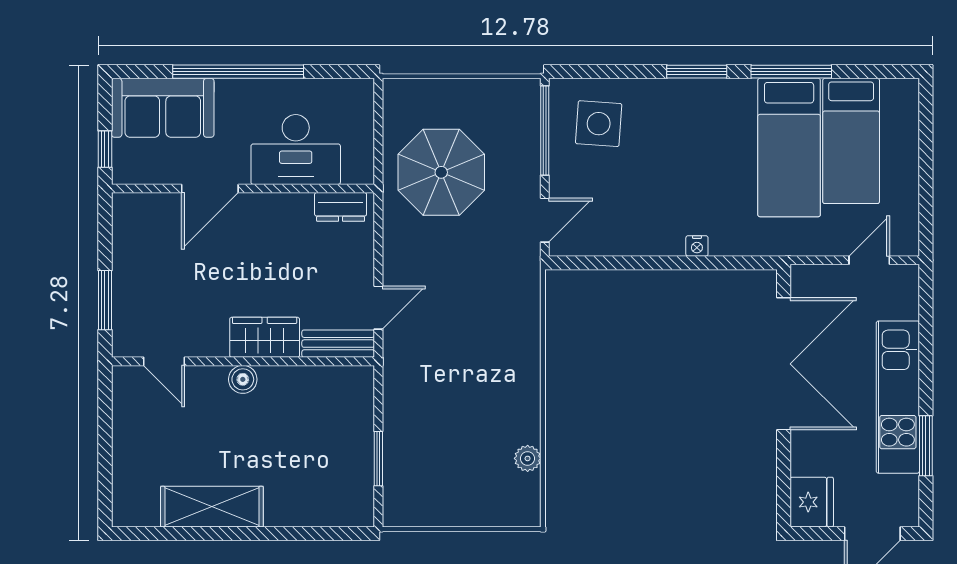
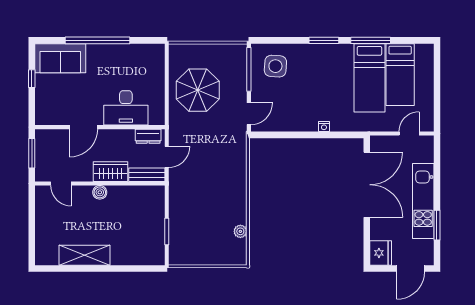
desk: (296, 149) -> (126, 108), moved
door: (210, 188) -> (84, 127), moved
wall: (243, 188) -> (100, 127), moved
dresser: (341, 207) -> (148, 136), moved

